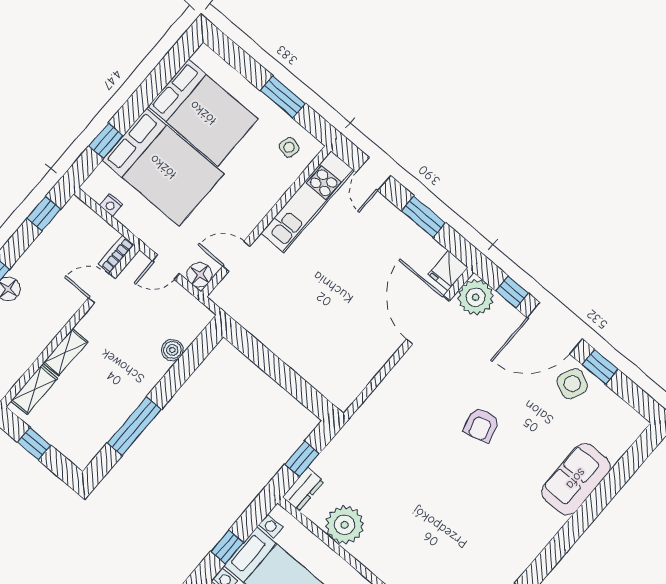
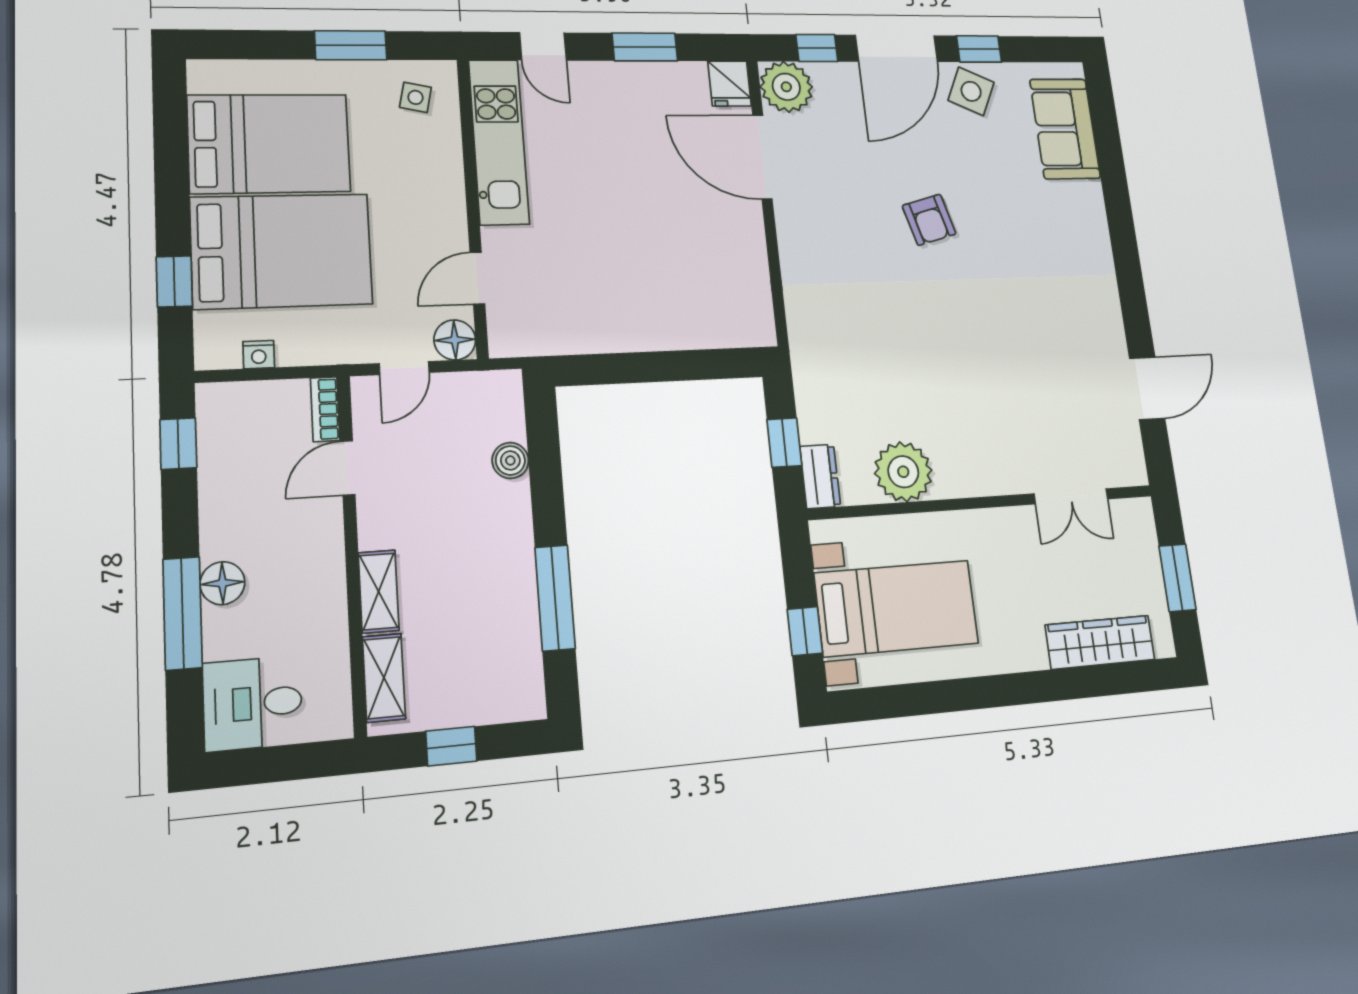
sofa: (576, 479) -> (1065, 129), moved

